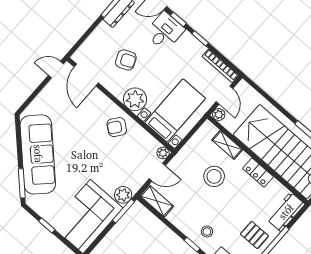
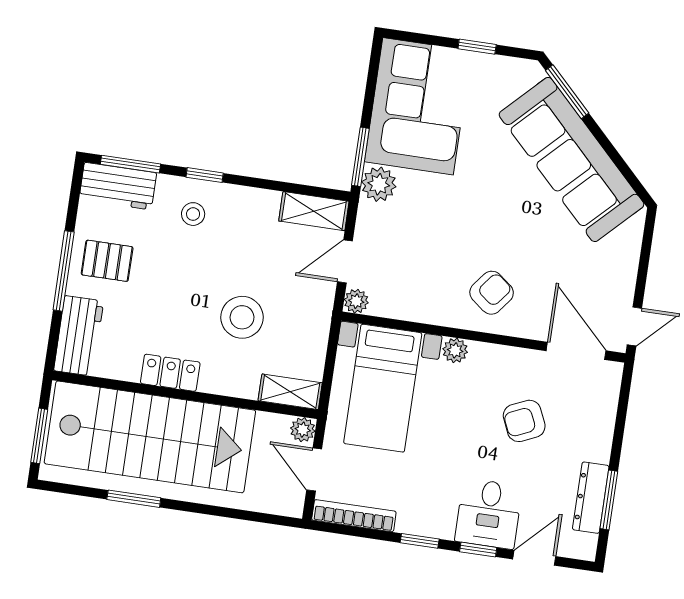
plant: (135, 99) -> (455, 350), width x0.53, depth x0.53
armchair: (117, 127) -> (492, 293), moved
shelving: (227, 145) -> (290, 392), moved

